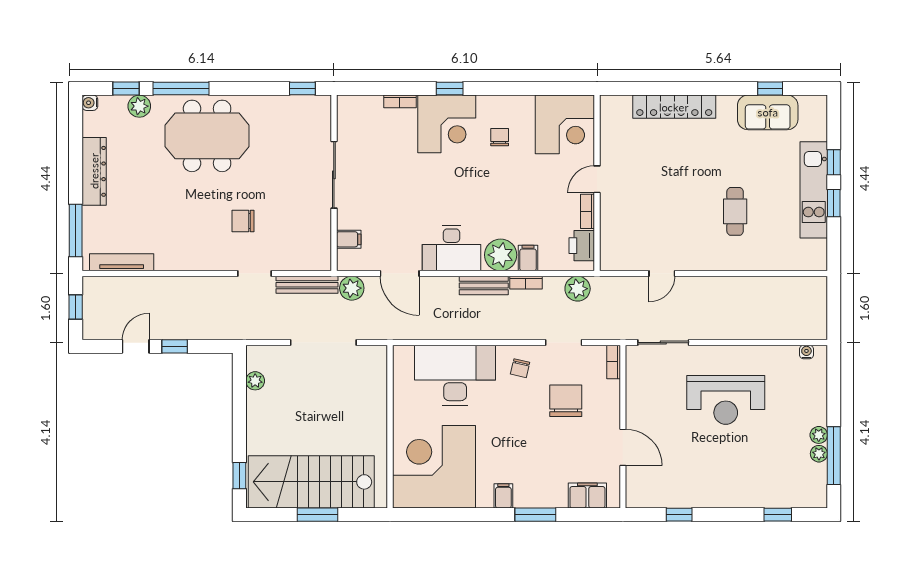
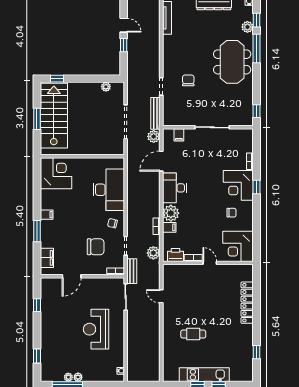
sofa: (768, 112) -> (244, 351), removed
bench: (484, 285) -> (132, 271), moved
corner desk: (434, 467) -> (56, 173), width x0.74, depth x0.74

